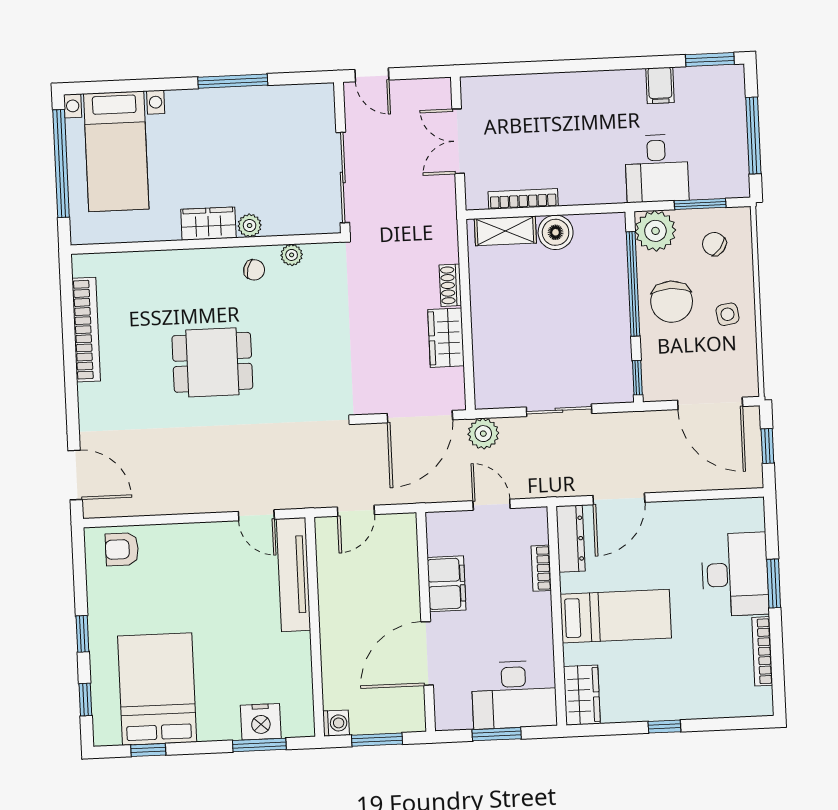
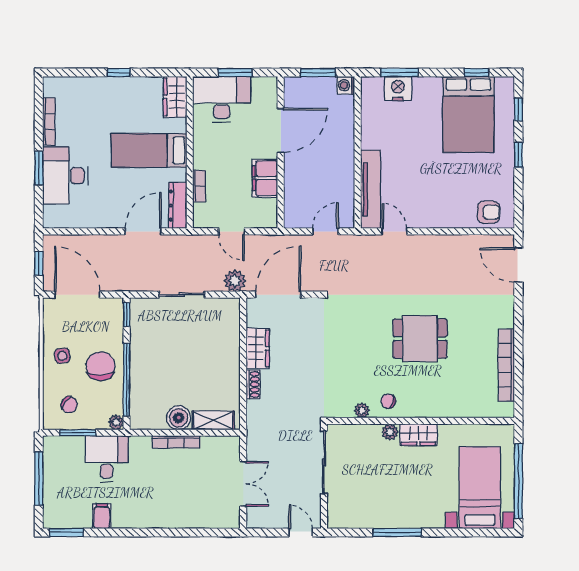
bookcase: (523, 199) -> (176, 442), moved
plant: (655, 231) -> (116, 422), width x0.53, depth x0.53

